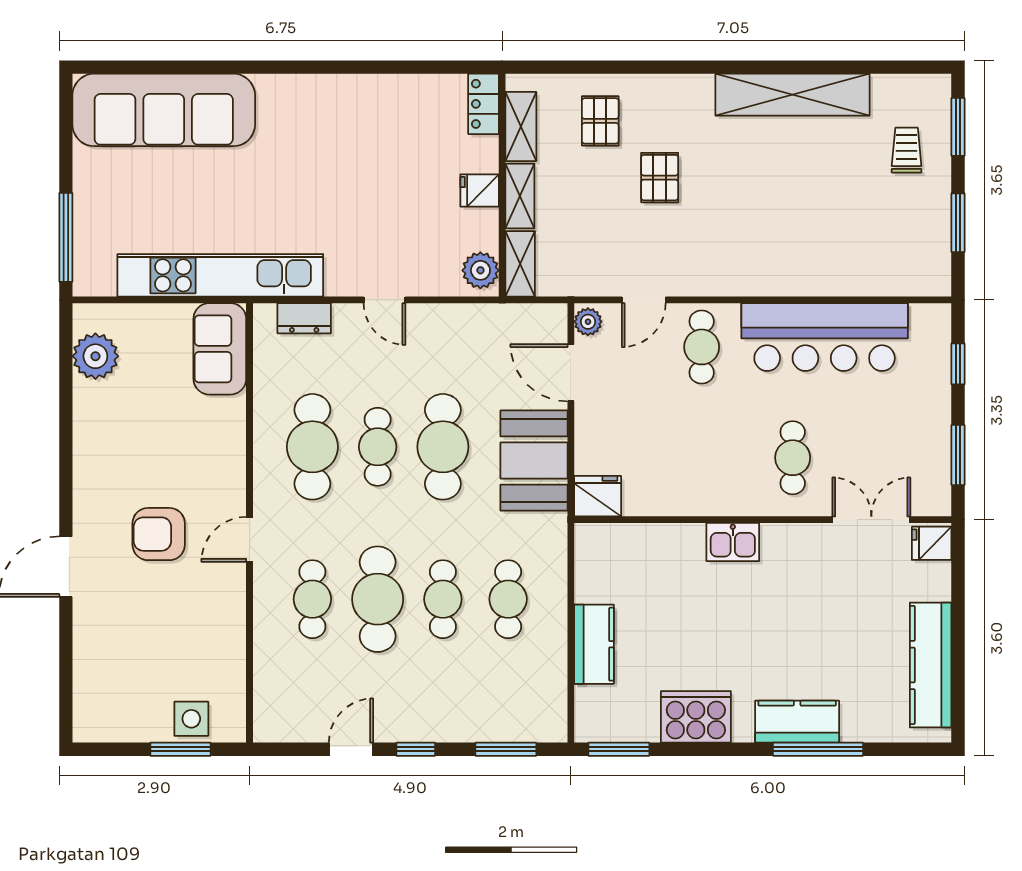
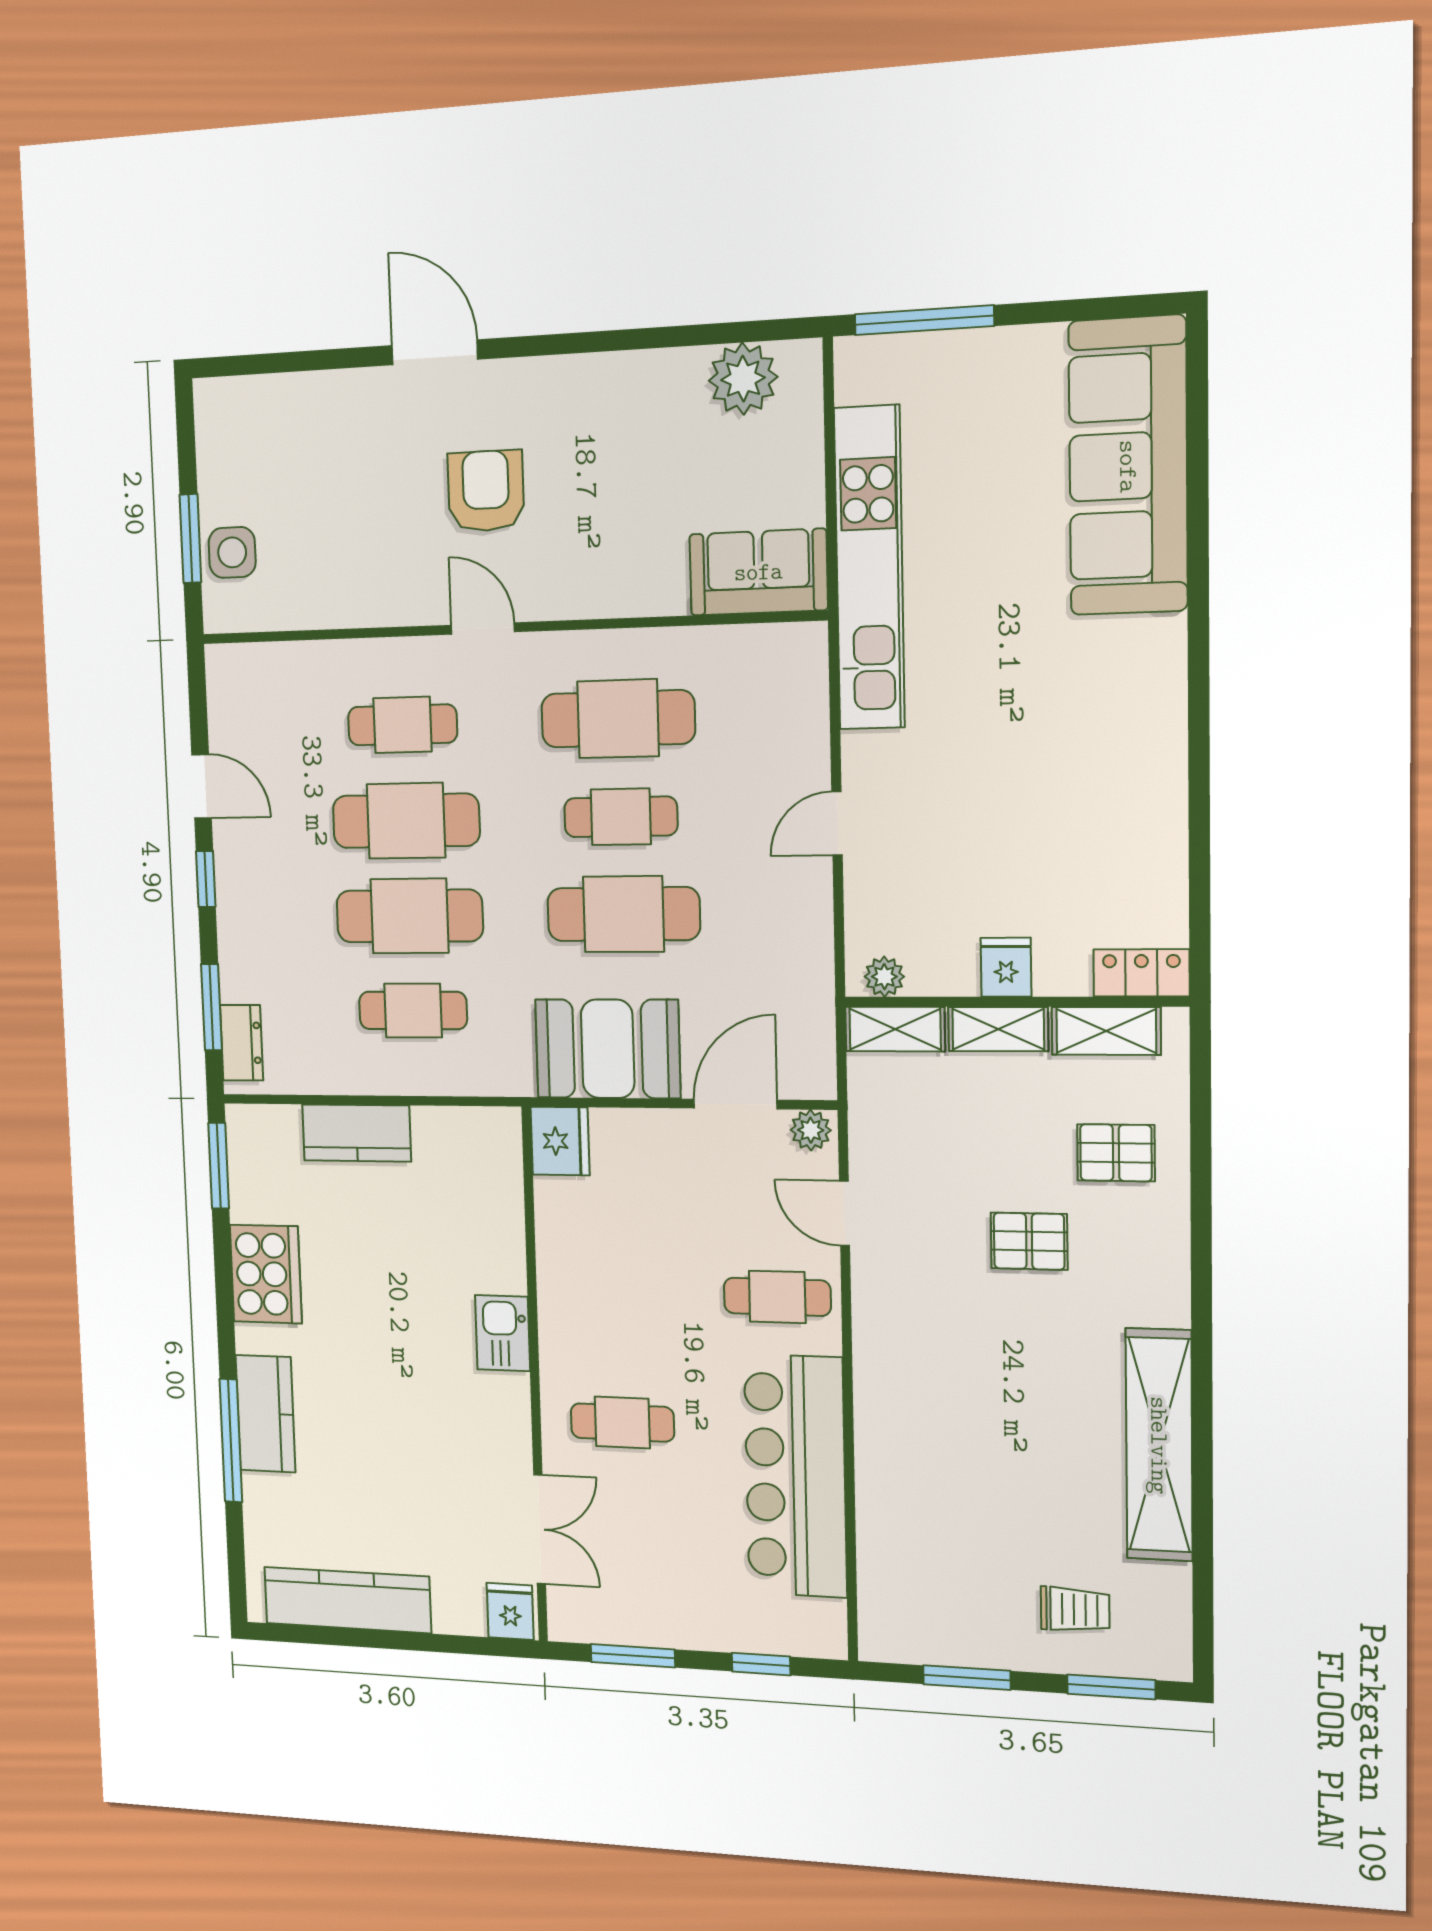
plant: (480, 270) -> (884, 977), width x0.73, depth x0.73
dresser: (304, 318) -> (242, 1043), moved, turned 180
cafe table: (443, 599) -> (410, 916), width x1.37, depth x1.35

